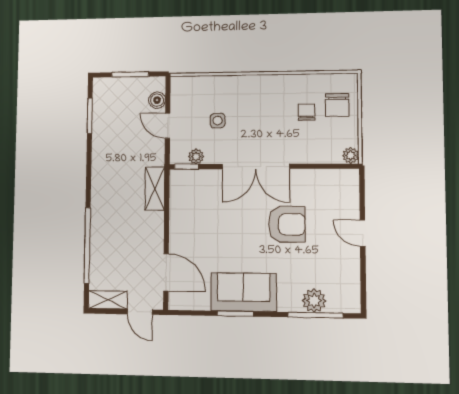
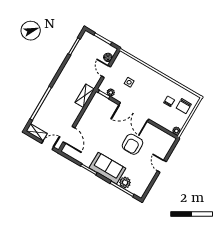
armchair: (287, 224) -> (132, 144), turned 90
sofa: (244, 292) -> (107, 168), moved
door: (140, 312) -> (48, 145), swing flipped

